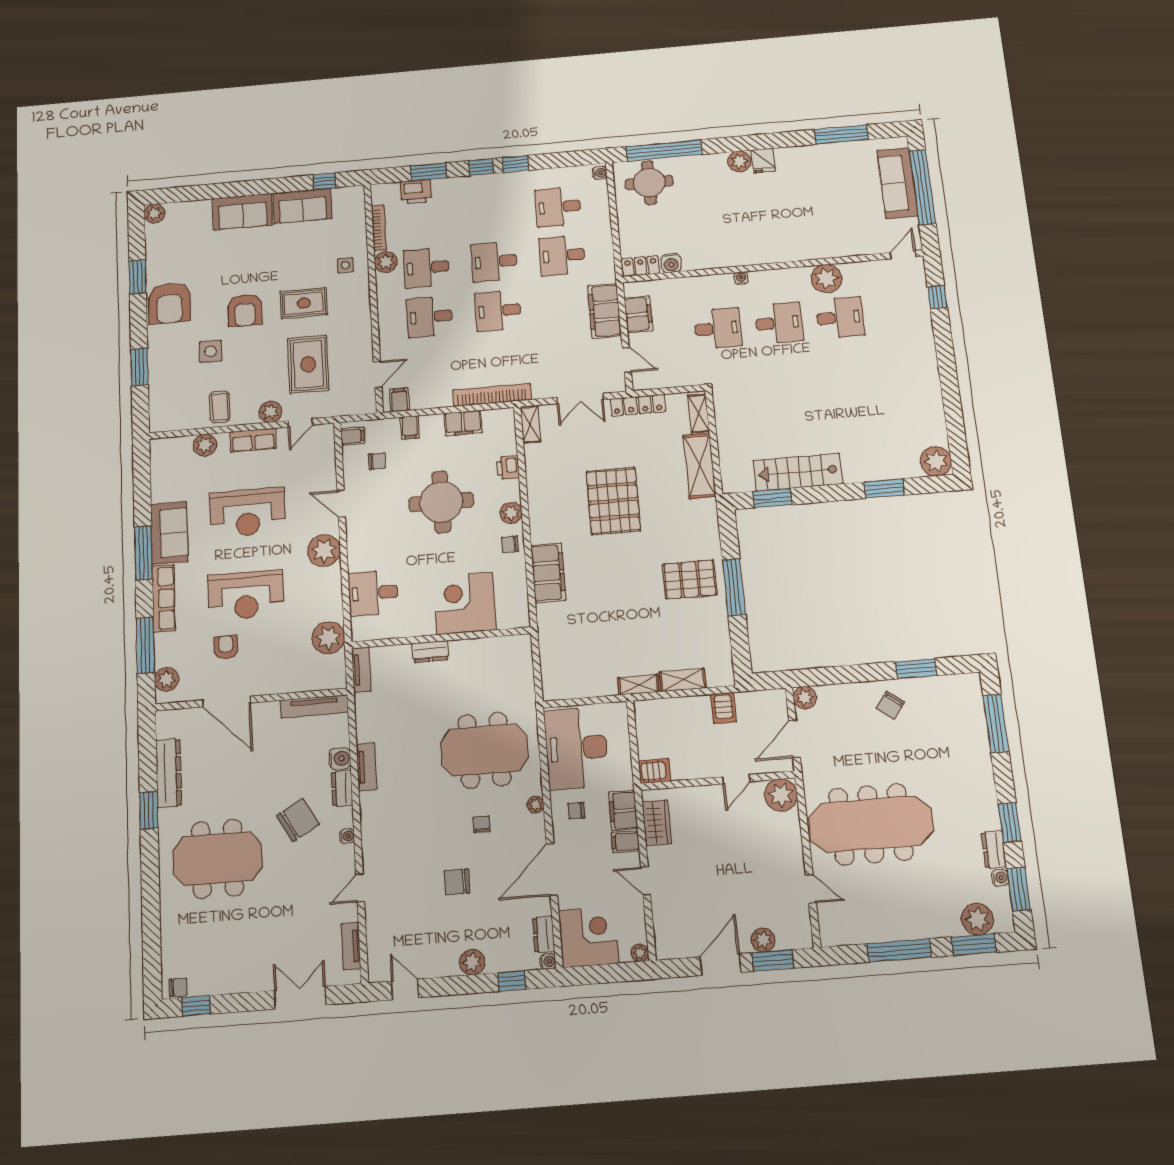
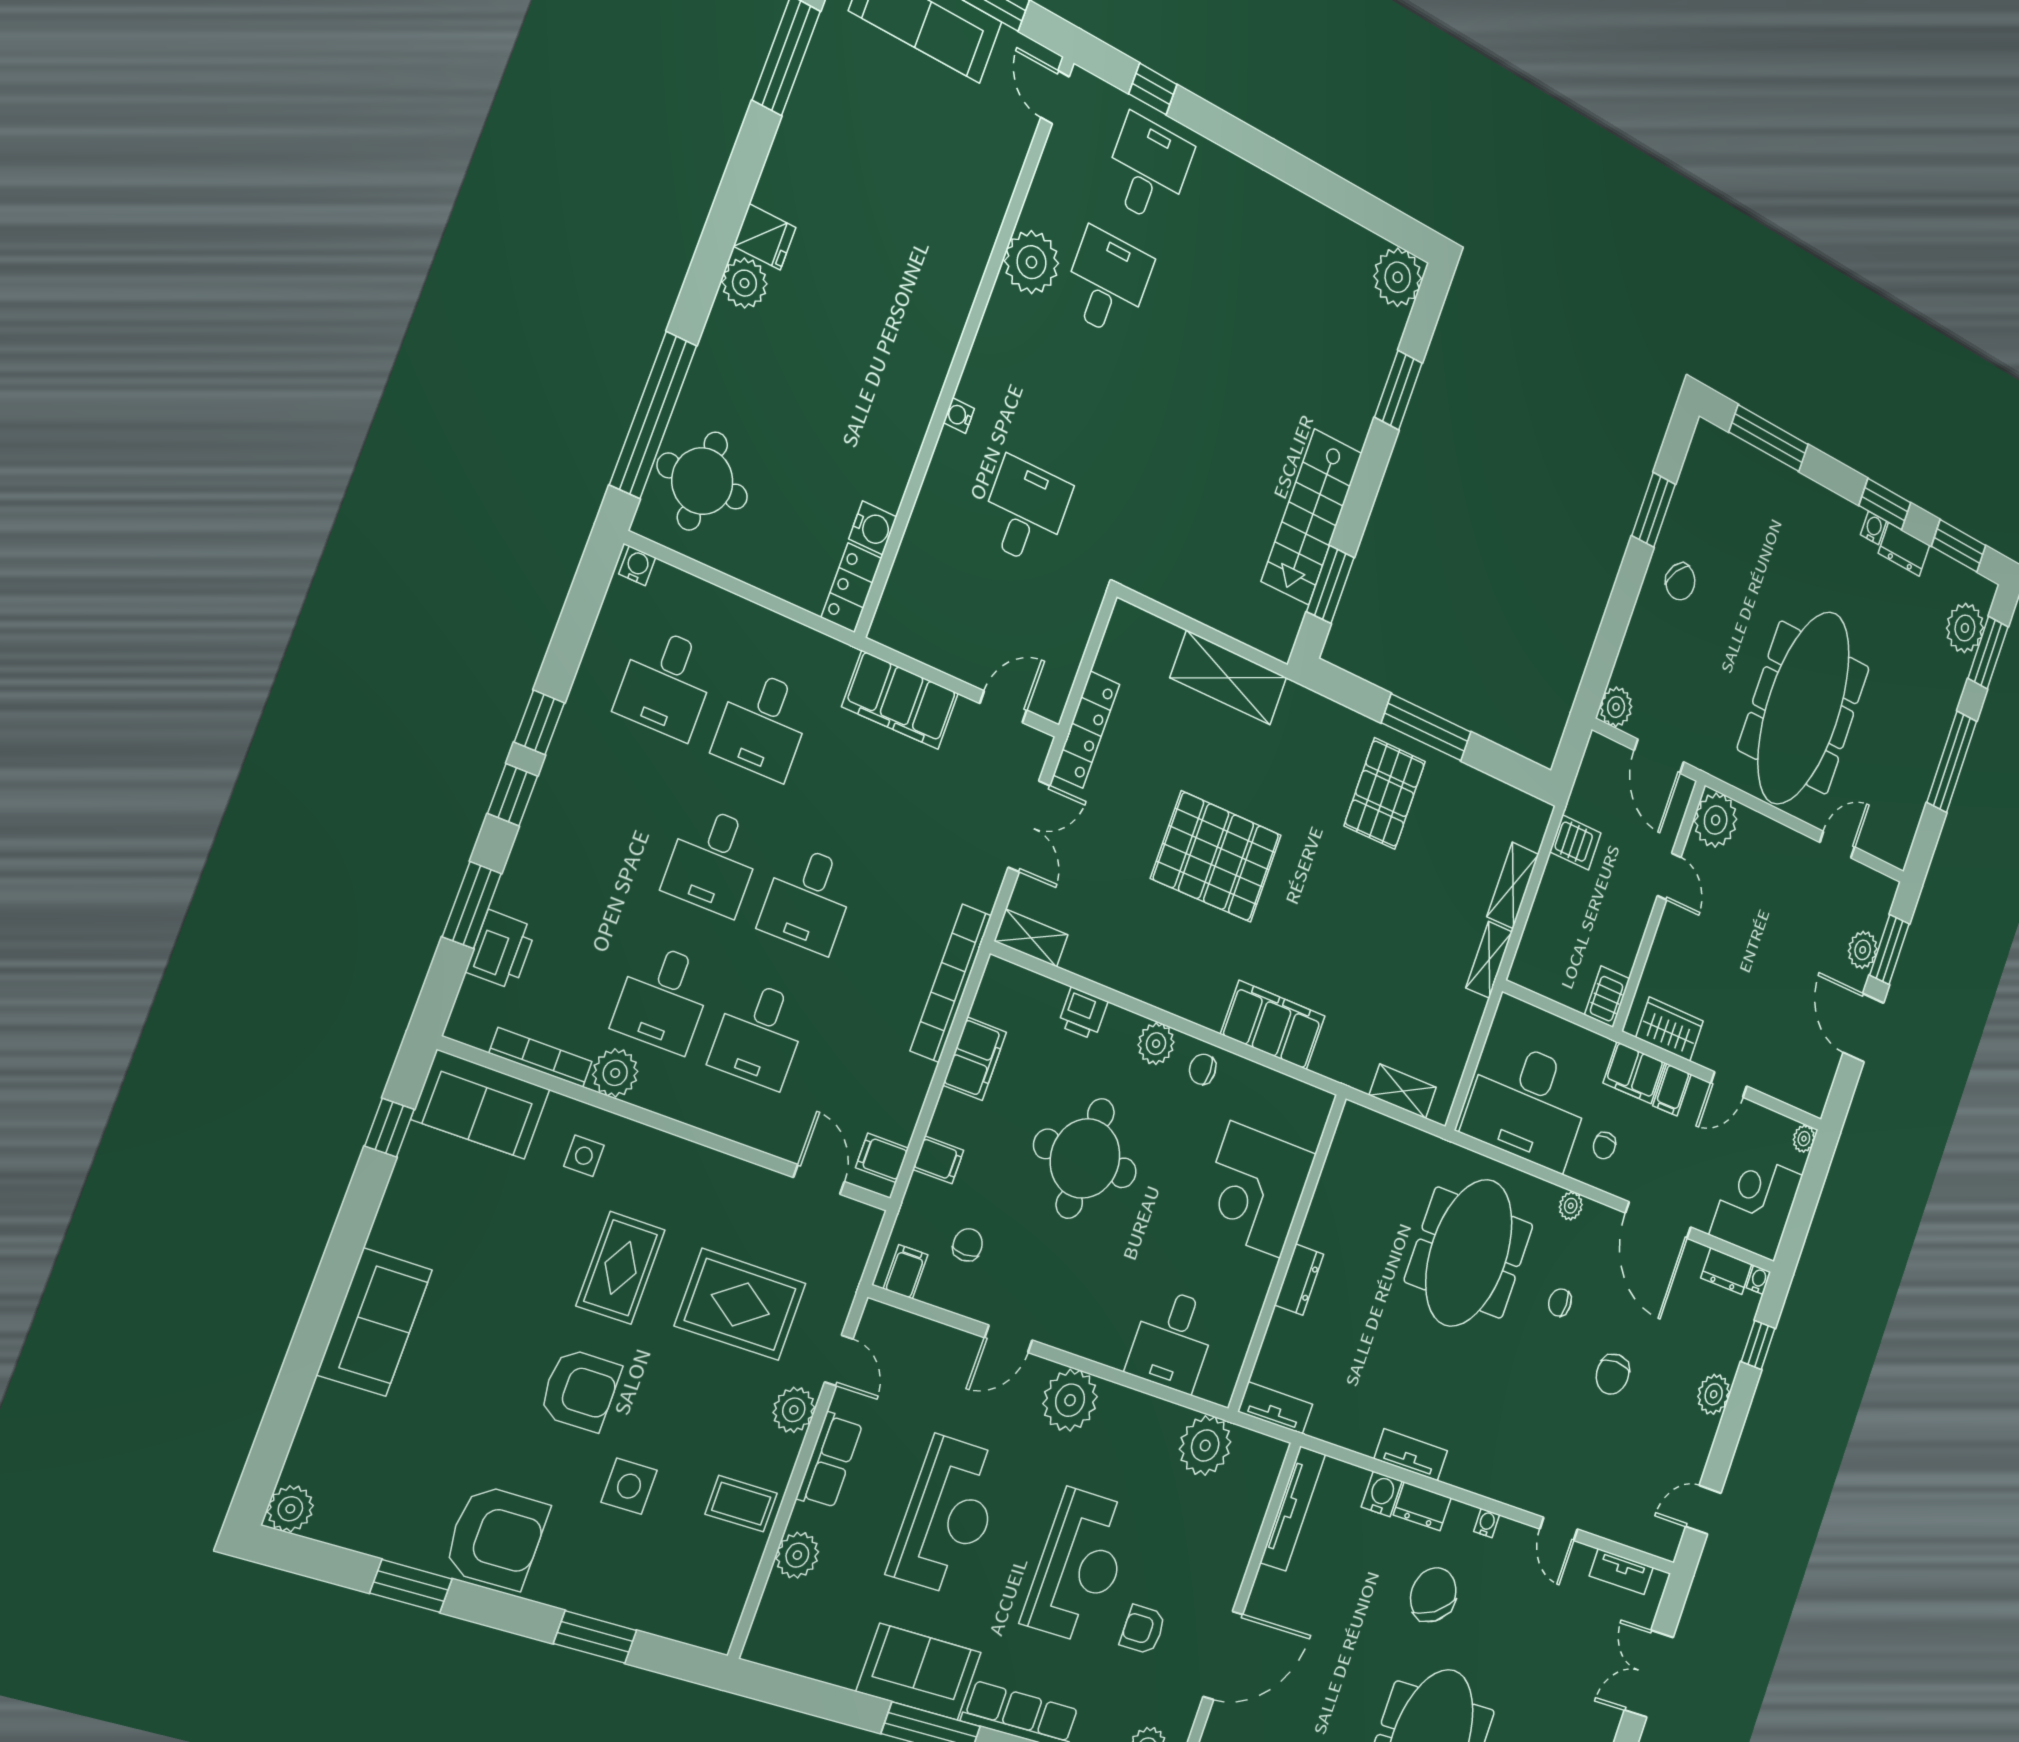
sofa: (302, 206) -> (481, 1104), moved, turned 90
filing cabinet: (638, 314) -> (935, 641), removed
desk: (779, 323) -> (1148, 169), moved
shelving: (699, 413) -> (1403, 1091), moved
chair: (510, 544) -> (1203, 1069), turned 90
water cooler: (1000, 878) -> (1874, 528), moved

